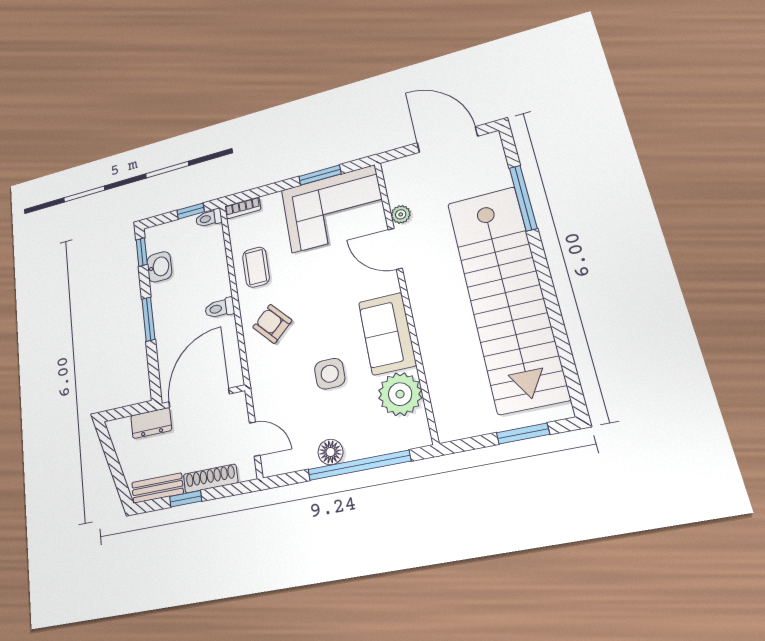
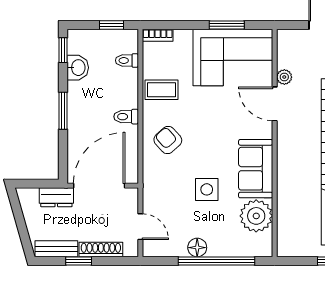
toilet: (209, 218) -> (127, 60), moved
coffee table: (256, 267) -> (161, 90), turned 90

